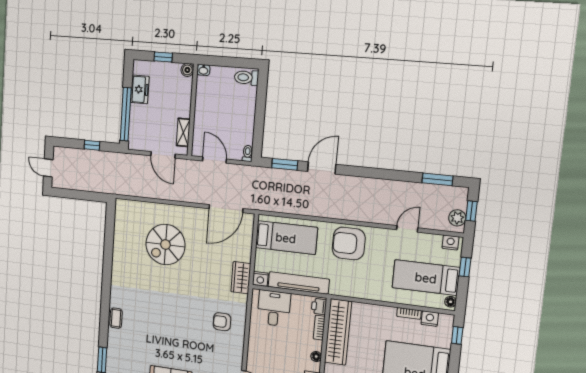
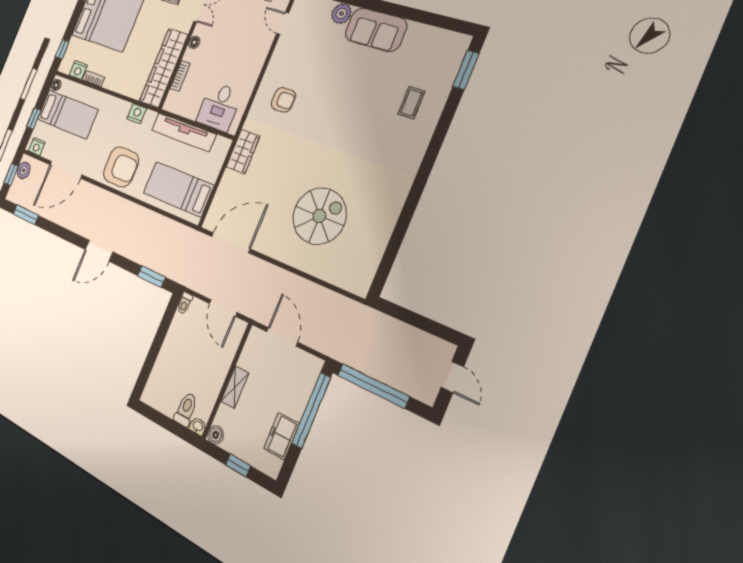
toilet: (246, 78) -> (186, 409), moved, turned -90
shelving: (183, 132) -> (235, 387), moved
window: (92, 145) -> (373, 386), width x3.17
door: (322, 168) -> (99, 251), moved
door: (407, 229) -> (66, 170), width x1.88
nightstand: (260, 279) -> (137, 114), moved
printer: (319, 306) -> (172, 101), removed
coffee table: (116, 318) -> (411, 103), moved

